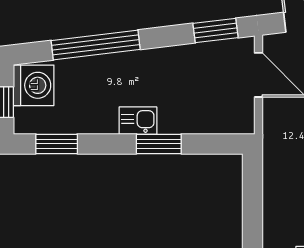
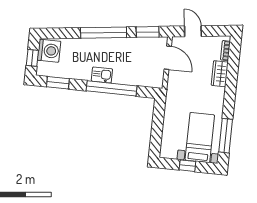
window: (96, 45) -> (104, 33), moved
window: (159, 144) -> (112, 88), width x2.11

